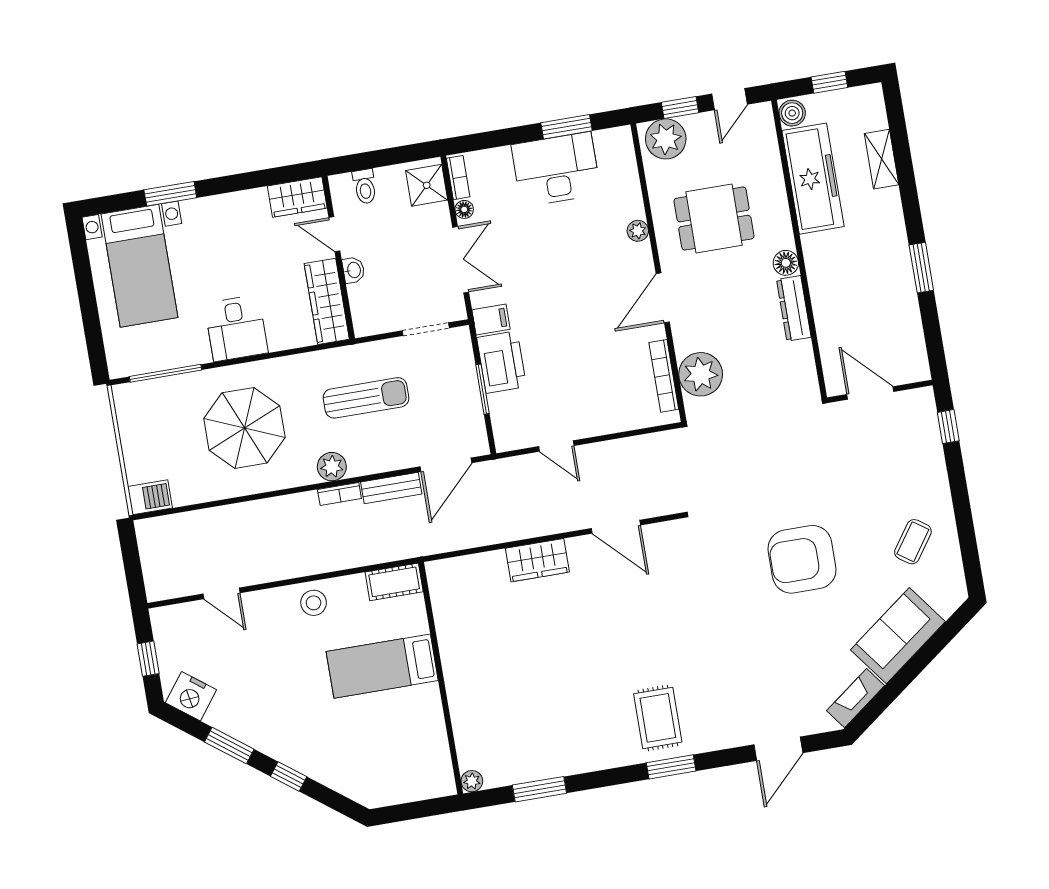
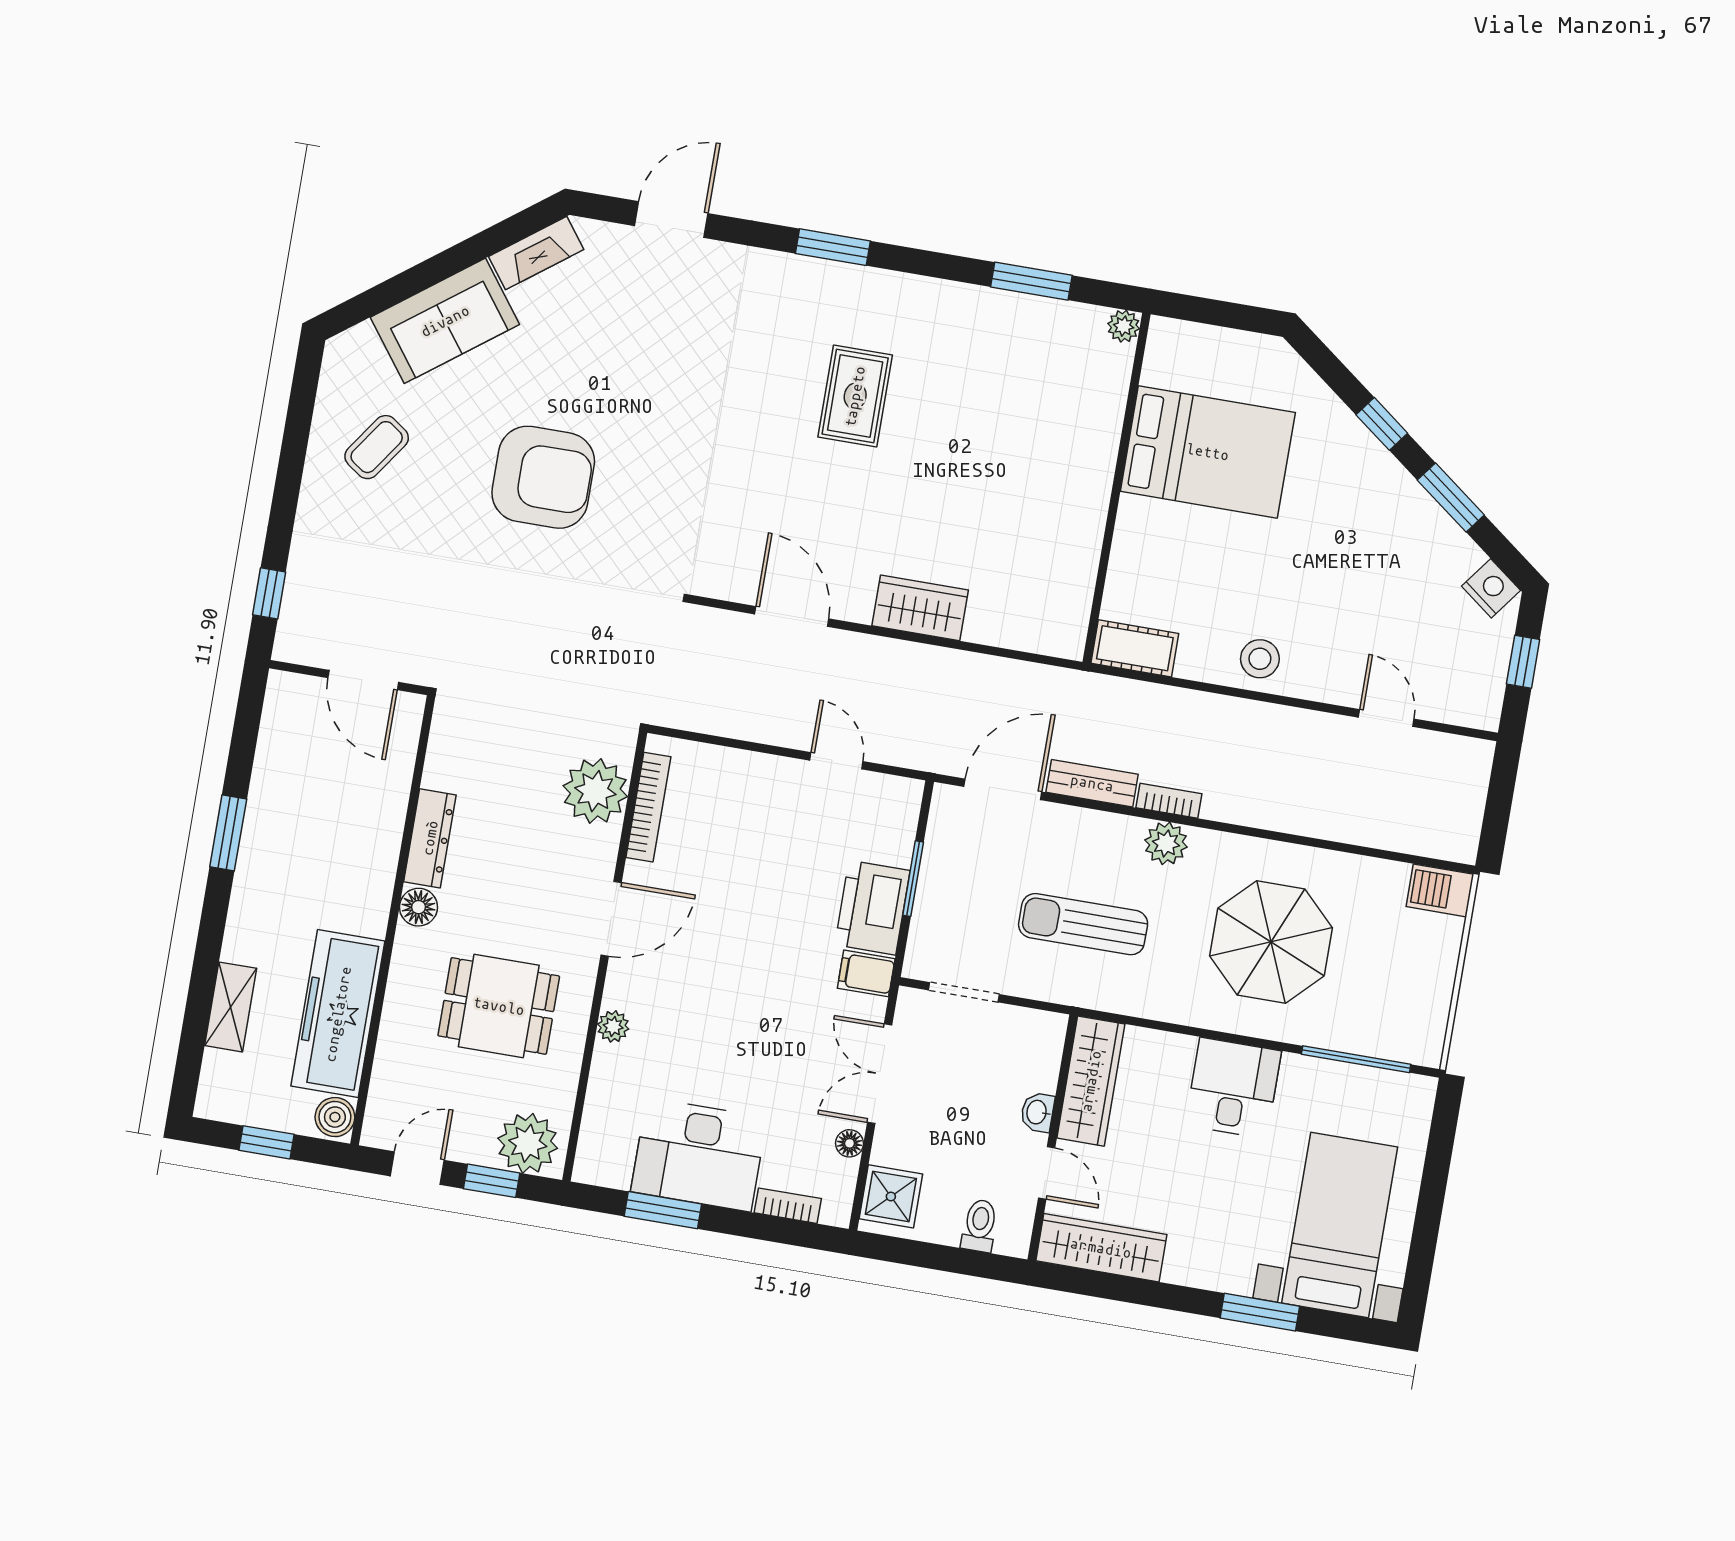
bookcase: (458, 178) -> (788, 1206), moved, turned 90
wardrobe: (297, 197) -> (1101, 1248), width x1.50
bed: (382, 666) -> (1208, 452), moved, width x1.50
nightstand: (191, 696) -> (1491, 588), width x0.74, depth x0.75
rug: (658, 718) -> (855, 396), moved

